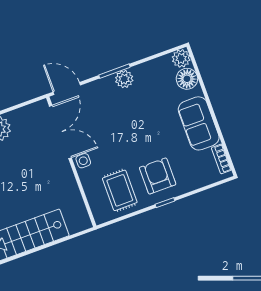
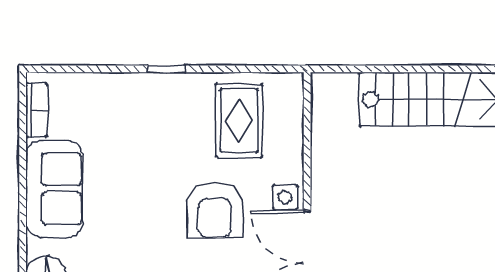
armchair: (158, 176) -> (215, 210), moved

